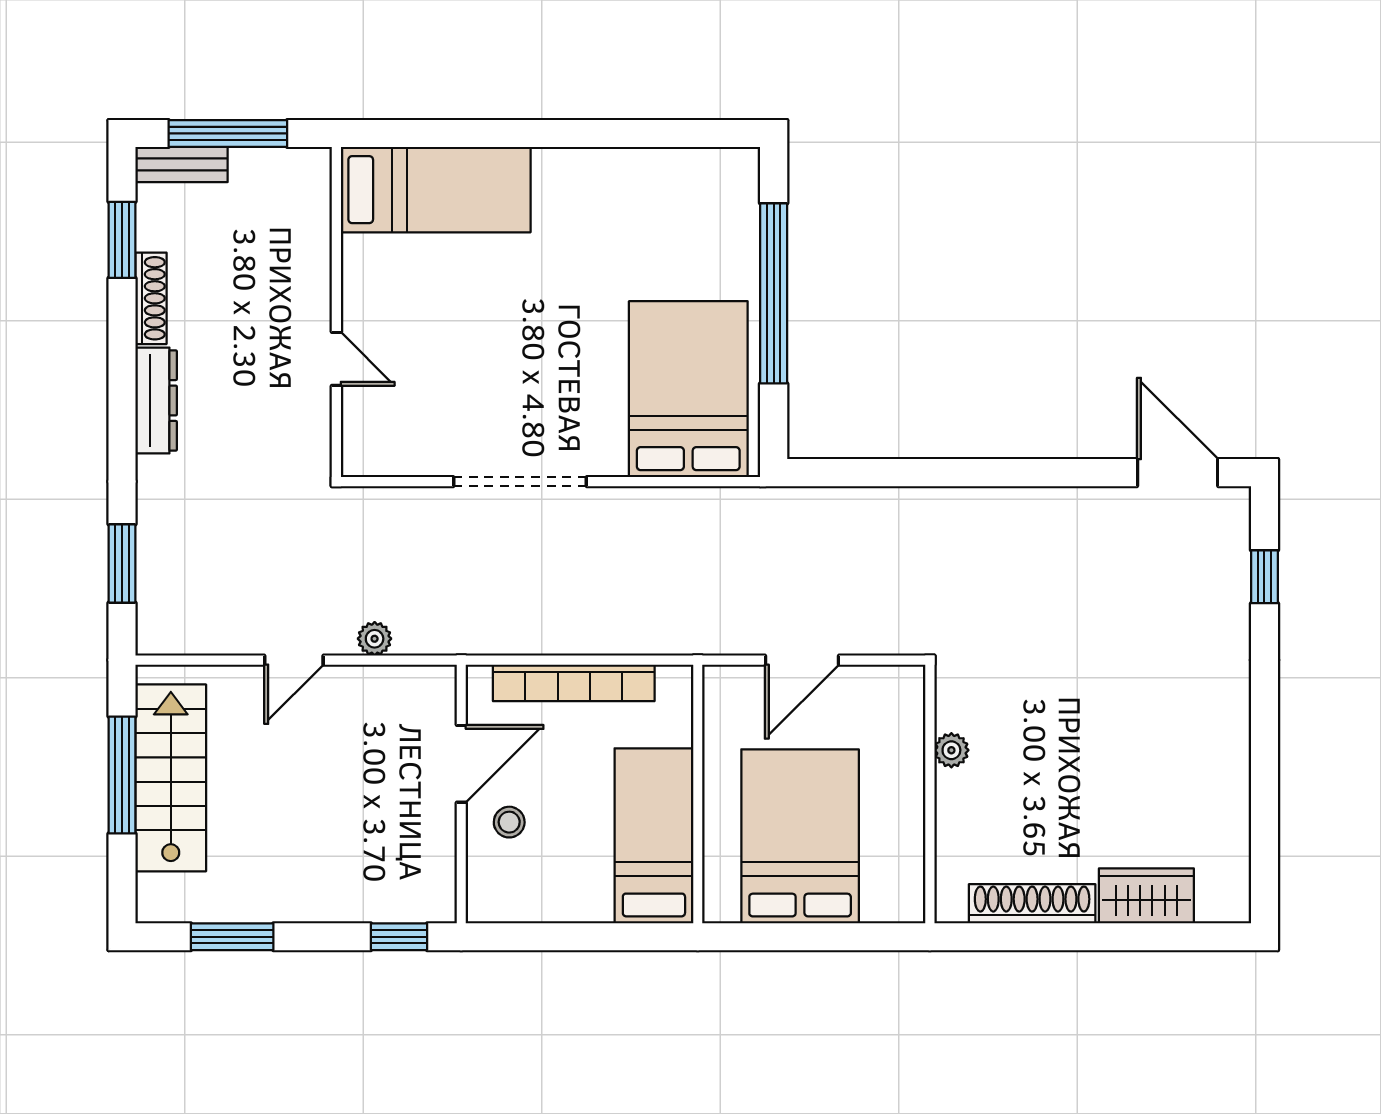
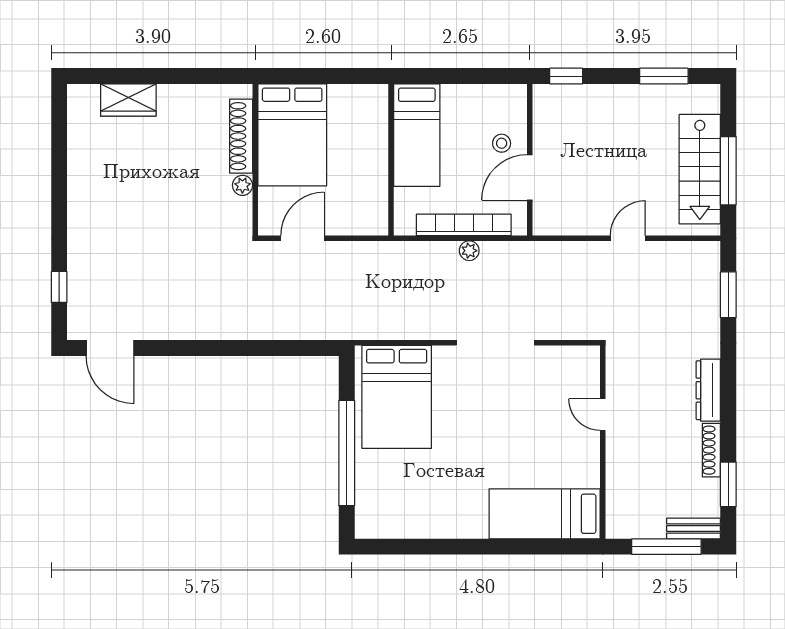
plant: (375, 639) -> (469, 251), moved
door: (802, 660) -> (302, 238), moved
bed: (800, 836) -> (292, 135), moved
shoe rack: (1032, 904) -> (241, 136), moved, turned 90

